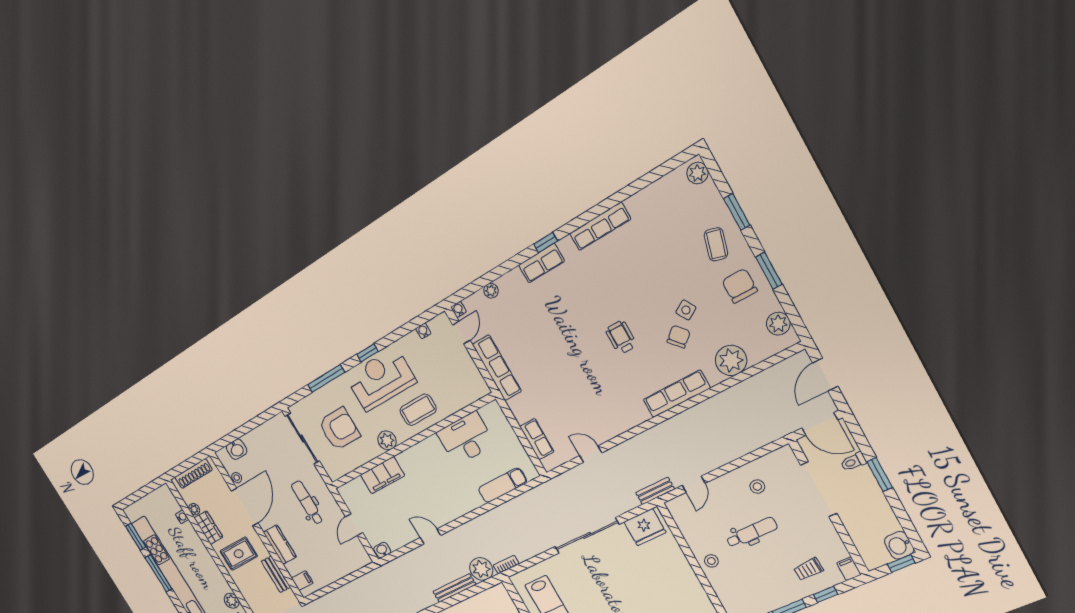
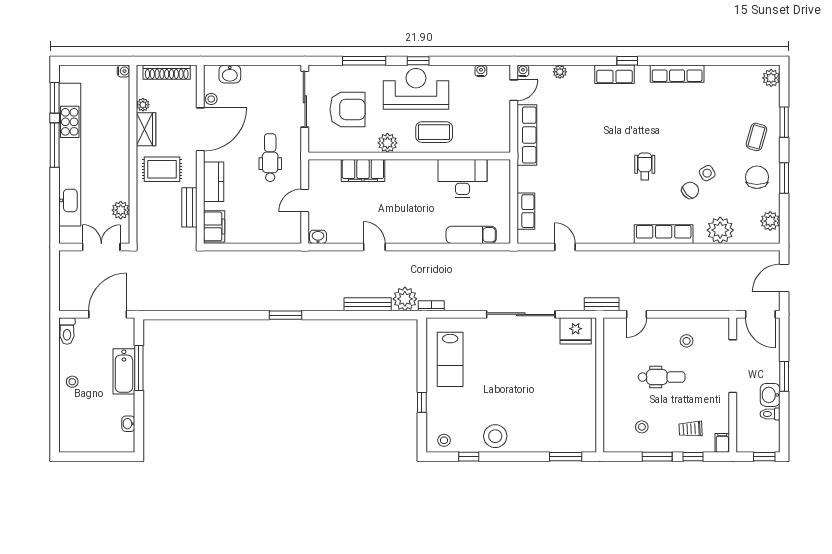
toilet: (853, 462) -> (770, 414), moved
water cooler: (182, 517) -> (123, 71), moved
washbasin: (899, 545) -> (770, 395), moved
stool: (711, 561) -> (642, 427), moved
filing cabinet: (302, 581) -> (214, 226), width x2.00

